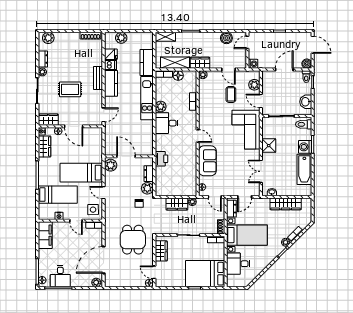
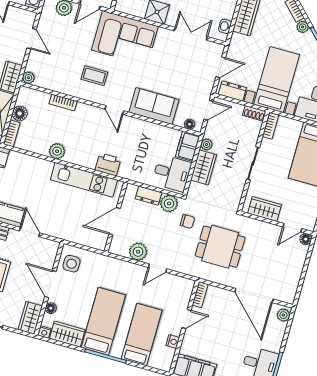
door: (229, 69) -> (32, 39), hinge flipped
coffee table: (231, 94) -> (94, 76), moved
kitchen unit: (147, 98) -> (84, 180), moved
door: (104, 115) -> (30, 232), moved
desk: (167, 123) -> (172, 173), moved, turned -90
door: (74, 126) -> (50, 284), swing flipped
door: (198, 136) -> (114, 110), swing flipped
printer: (161, 159) -> (108, 164), moved
plant: (111, 165) -> (138, 252), moved
double door: (261, 171) -> (191, 34), swing flipped
bed: (81, 173) -> (103, 321), moved, turned 180
filing cabinet: (188, 190) -> (188, 146), added
door: (245, 197) -> (221, 67), hinge flipped
side table: (93, 210) -> (72, 264), moved
dining table: (133, 240) -> (220, 247), moved

